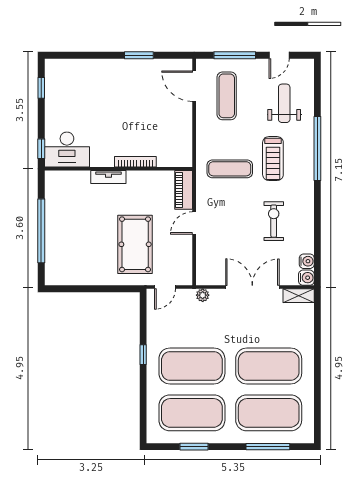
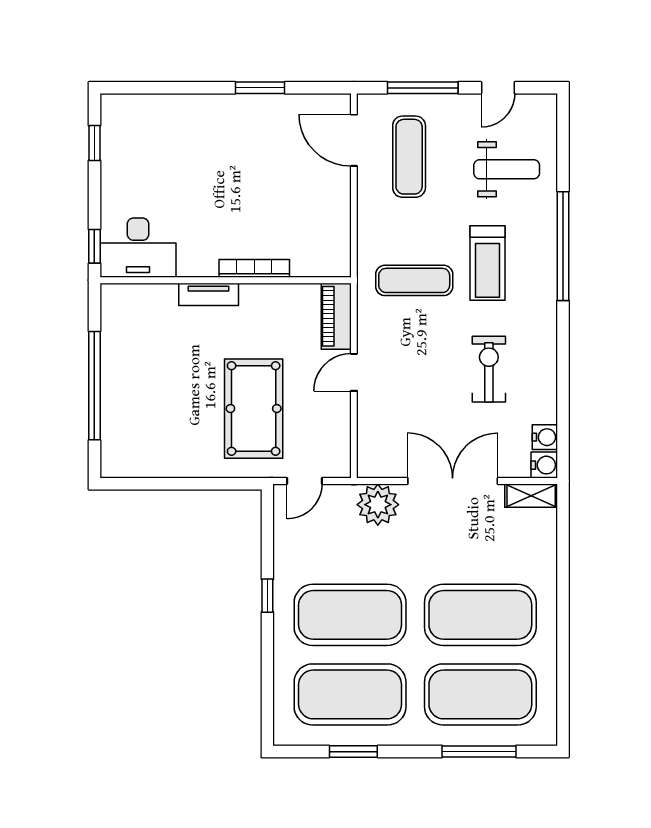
weight bench: (284, 103) -> (507, 169), turned 90
plant: (203, 295) -> (378, 505), width x1.88, depth x1.88

